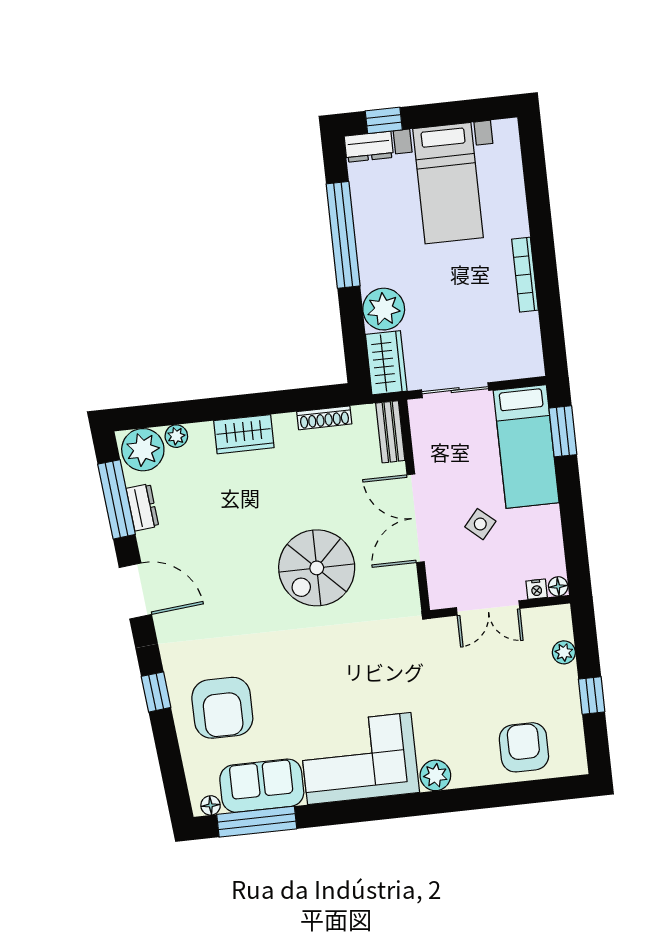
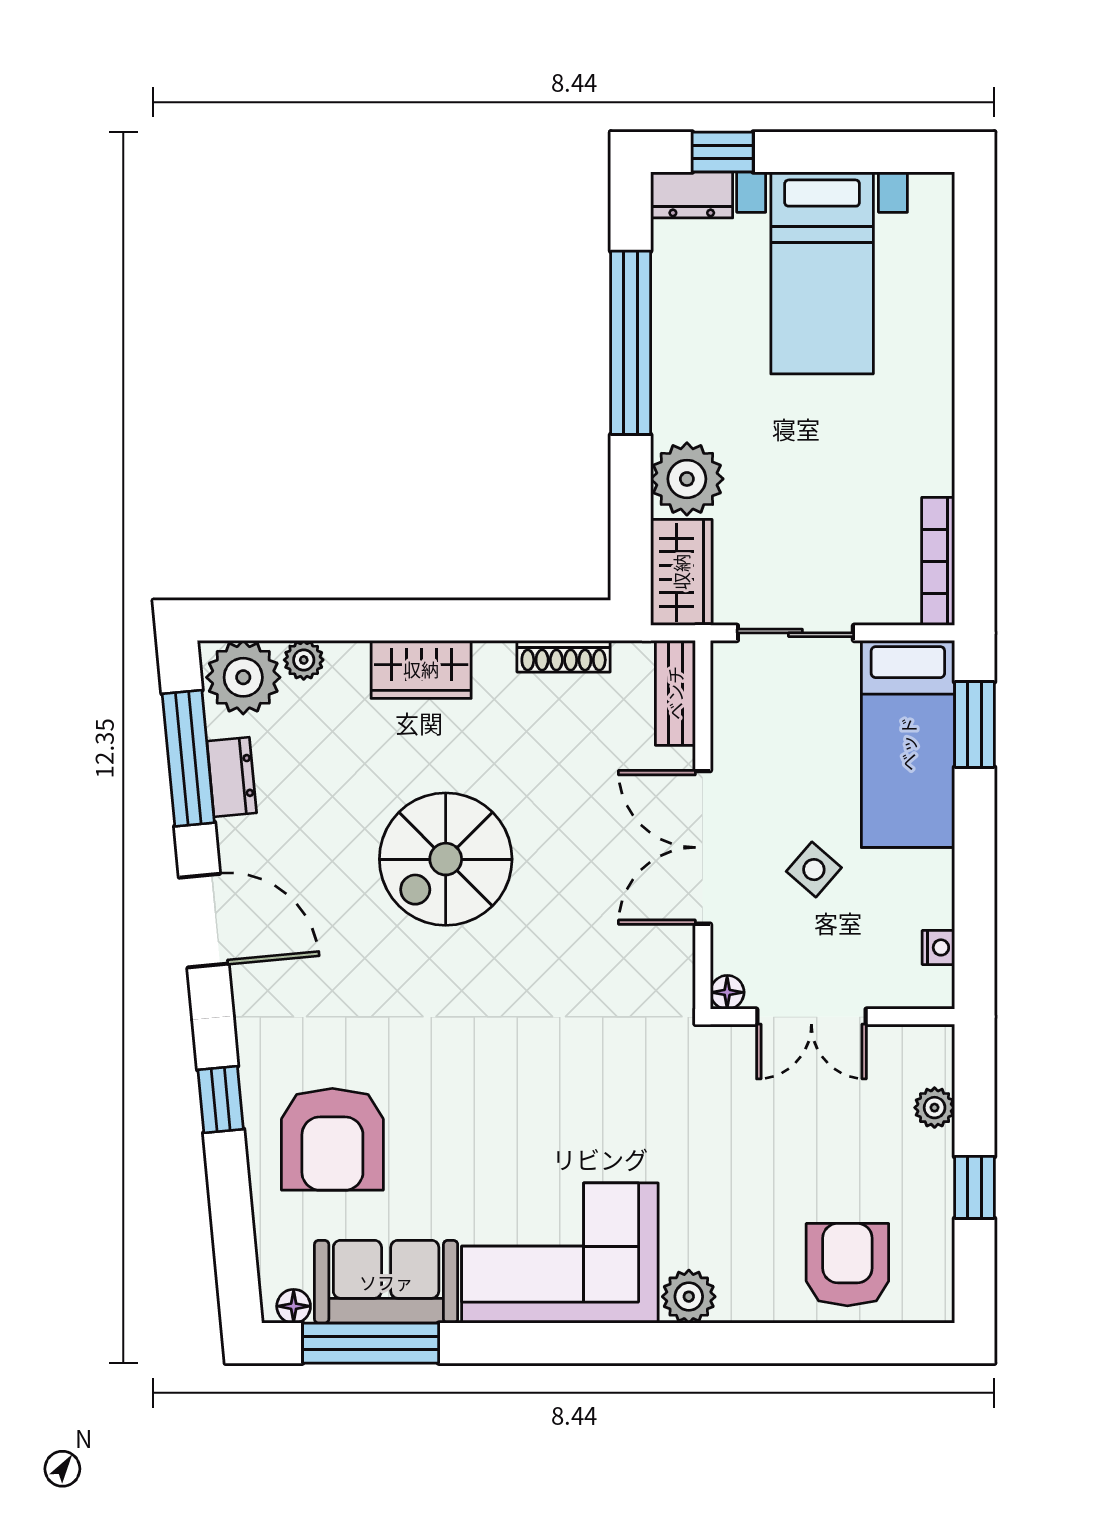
bookcase: (525, 275) -> (938, 561), moved
spiral stairs: (317, 568) -> (446, 859), moved
floor lamp: (558, 586) -> (727, 992), moved
nightstand: (537, 589) -> (938, 947), moved, turned -90

